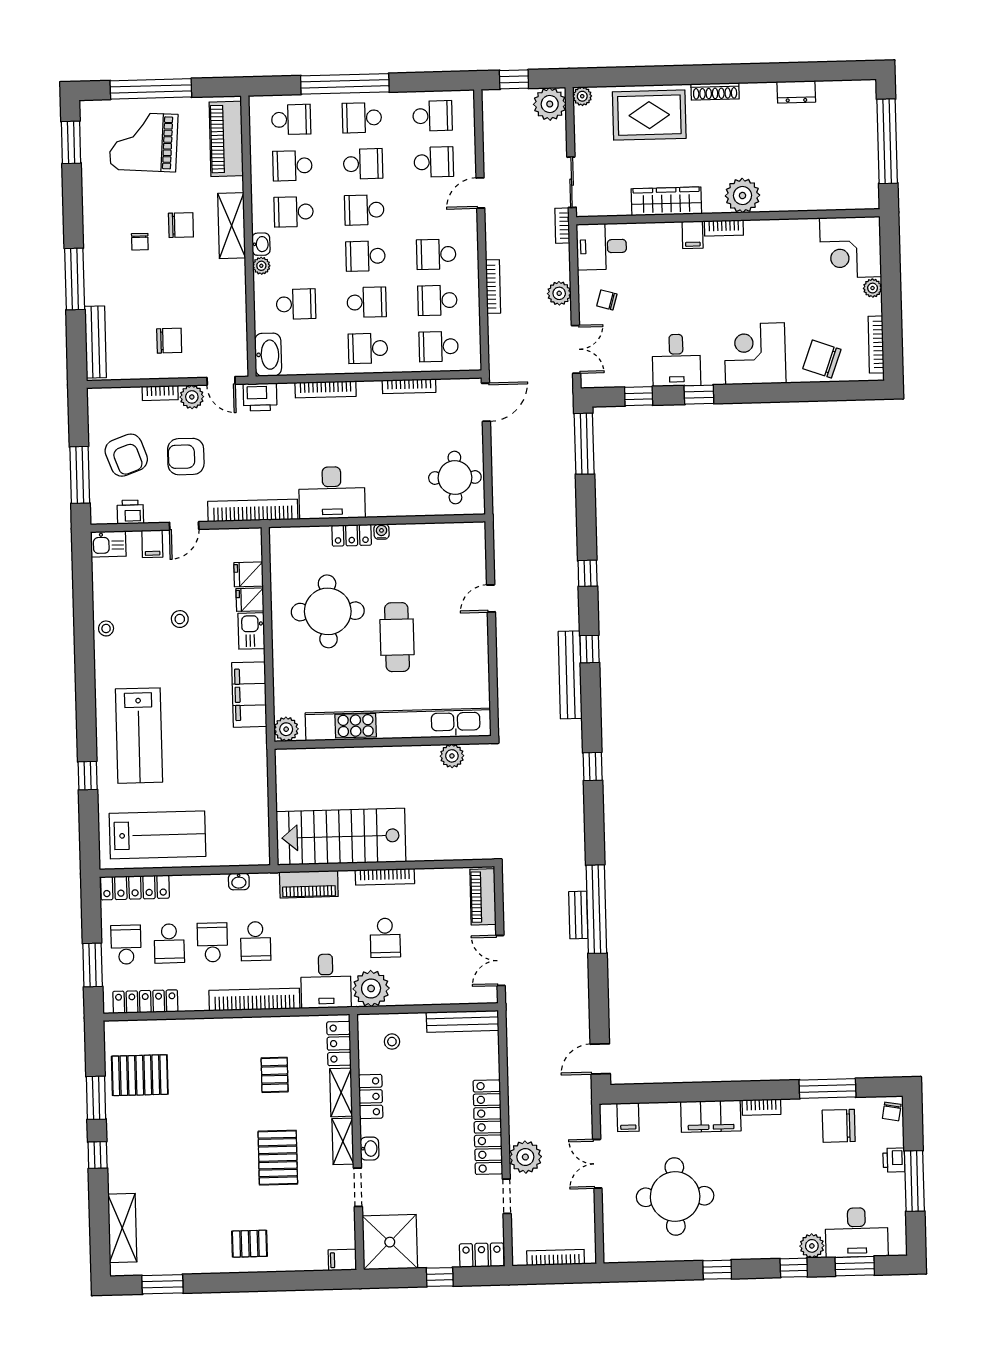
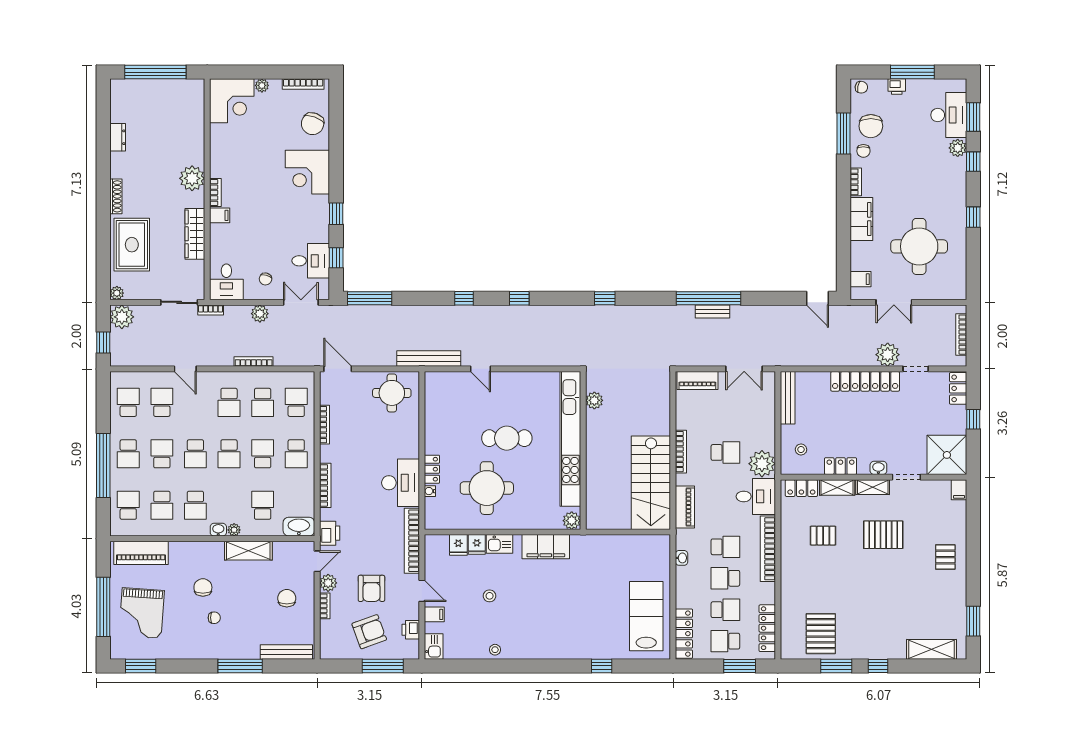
shelving: (232, 226) -> (248, 551), moved
school desk: (439, 347) -> (296, 402), turned 180
desk: (676, 360) -> (311, 261), moved
water cooler: (382, 532) -> (430, 491), moved
bench: (570, 675) -> (429, 359), moved
lab bench: (139, 736) -> (574, 628), removed
chair: (804, 1117) -> (863, 151), added

